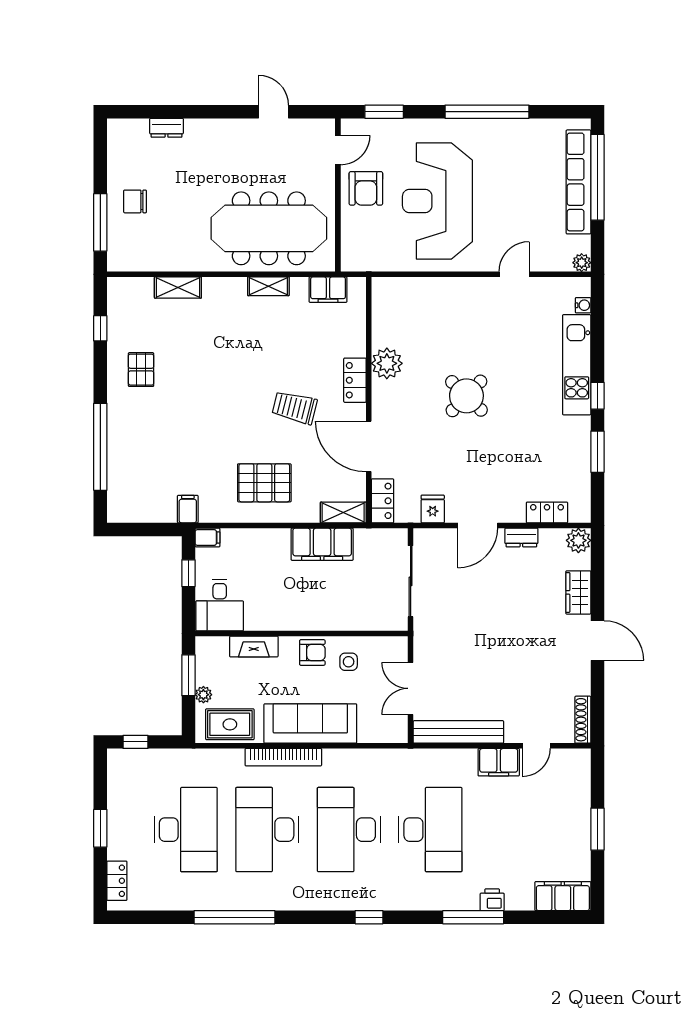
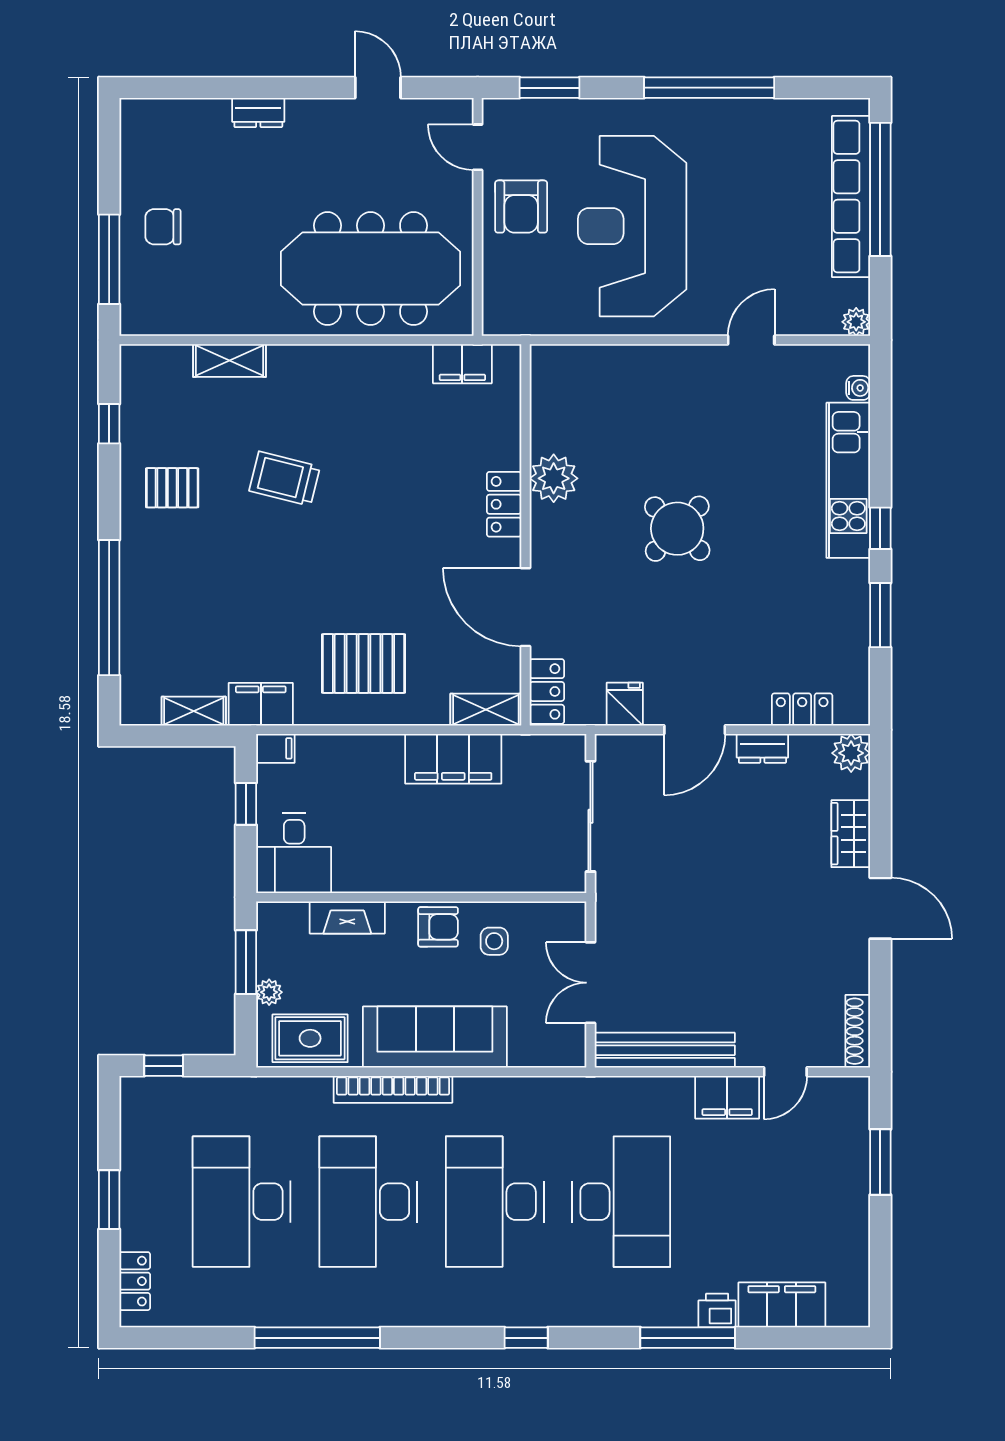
dresser: (166, 128) -> (258, 113), moved
door: (338, 150) -> (478, 147), swing flipped
shelving: (268, 286) -> (194, 711), moved
pallet: (141, 370) -> (172, 488), turned 90
trolley: (295, 407) -> (285, 479), moved
filing cabinet: (188, 509) -> (261, 704), width x2.00
window: (597, 829) -> (880, 1162), moved
desk: (186, 830) -> (242, 1202), turned 180
filing cabinet: (563, 896) -> (782, 1305), moved

